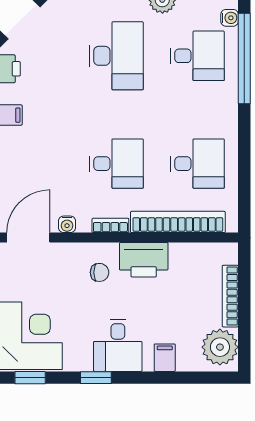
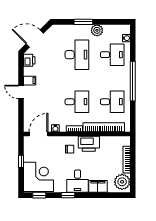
window: (244, 58) -> (133, 81), moved
filing cabinet: (165, 358) -> (98, 186), width x2.00

